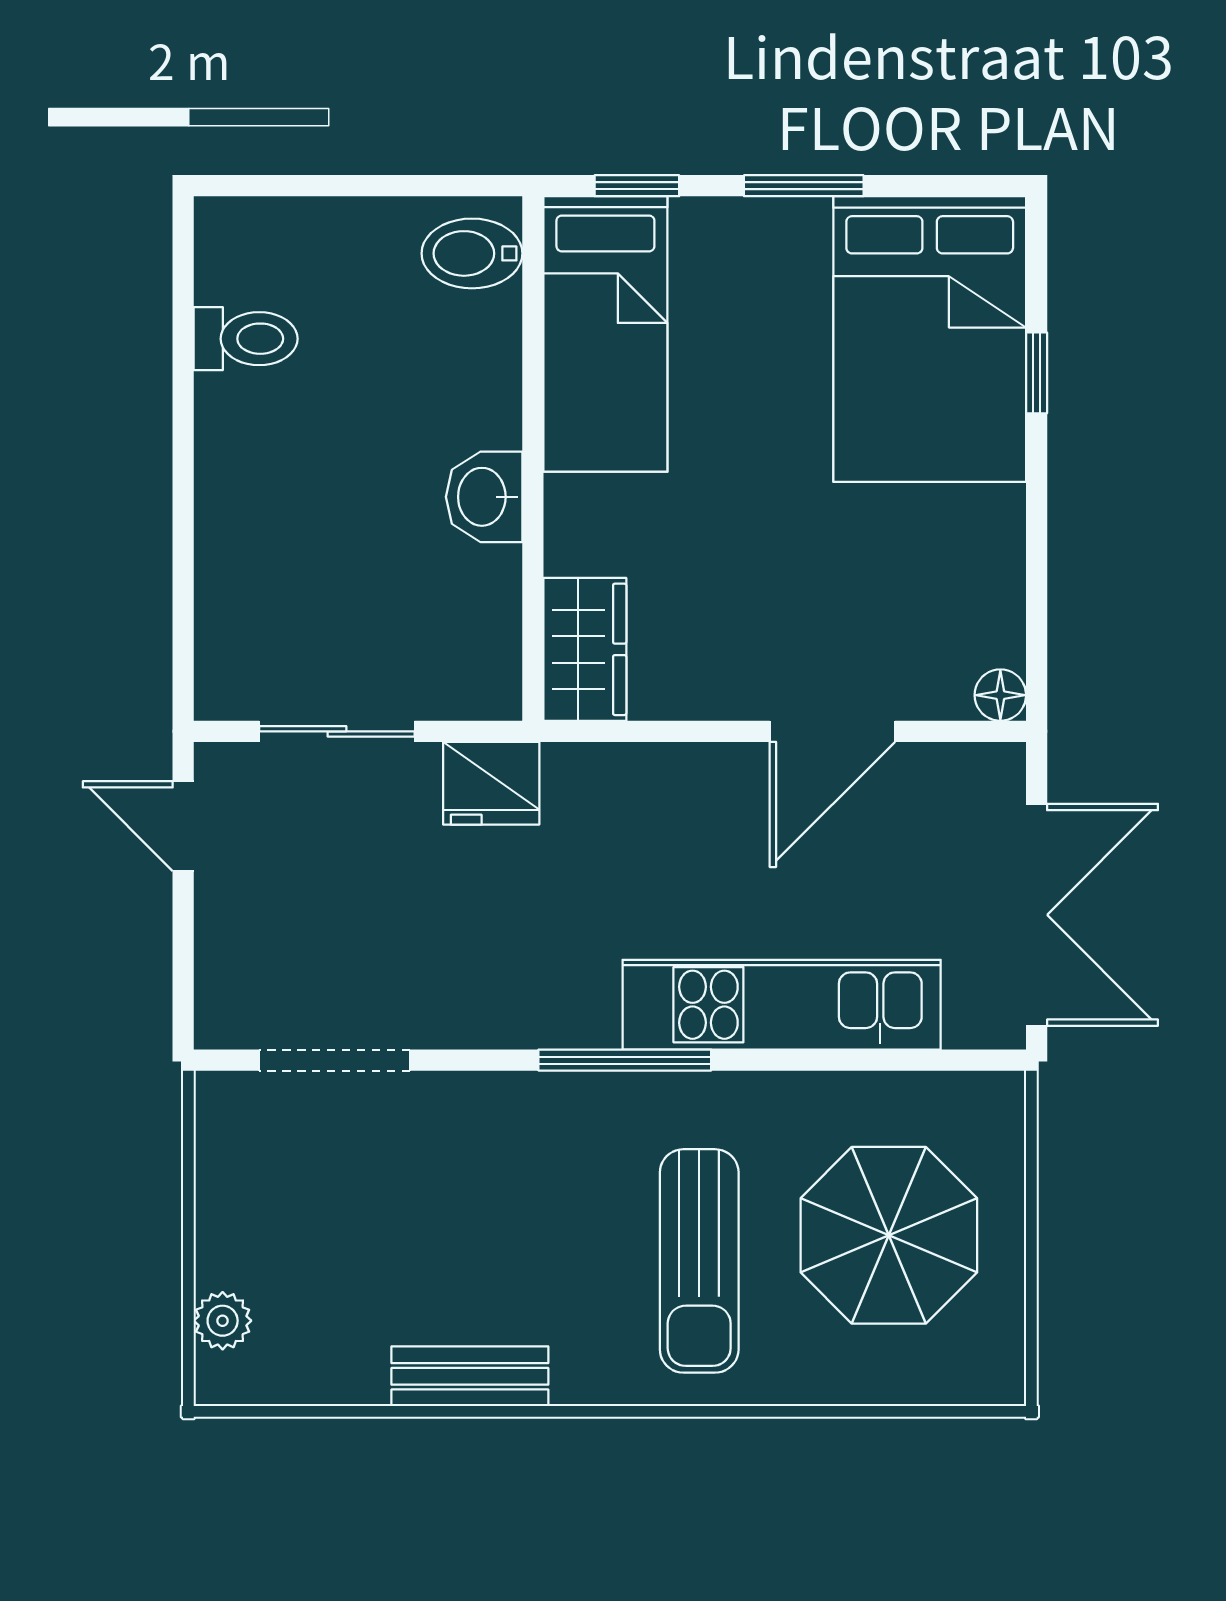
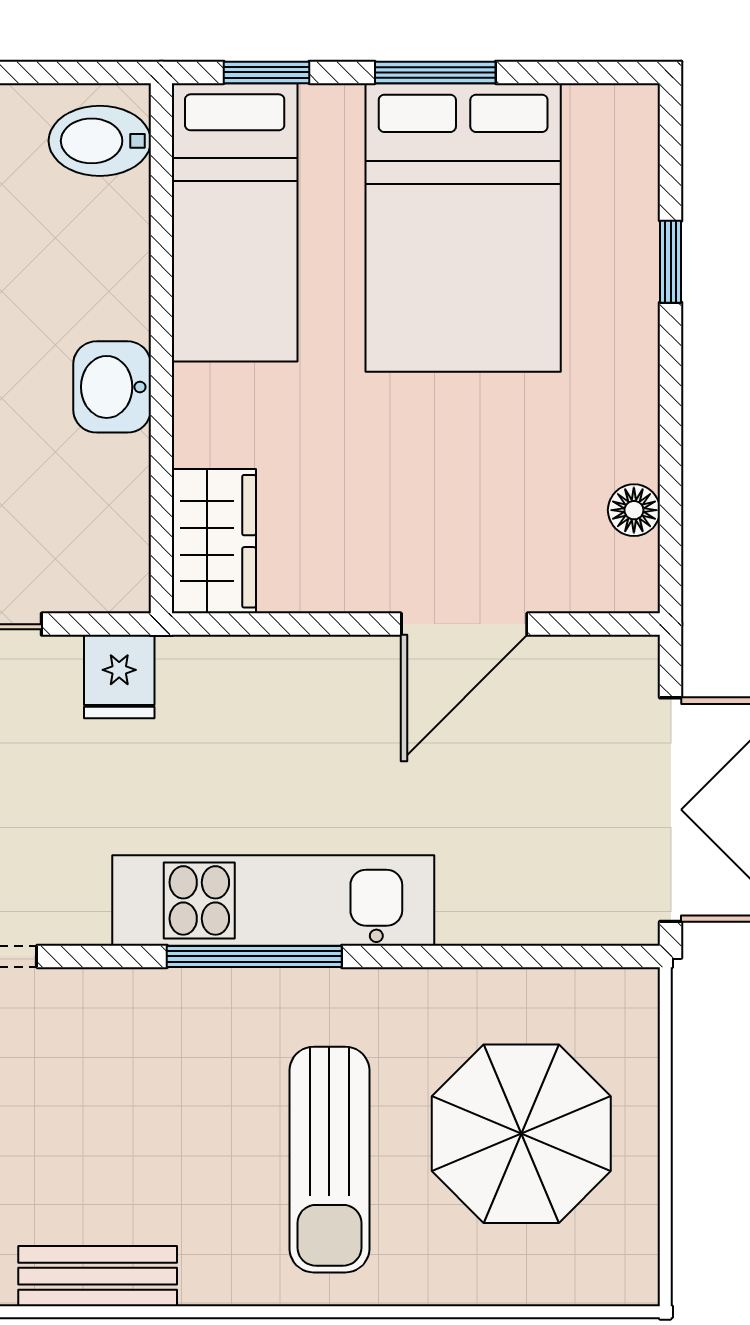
bed: (930, 339) -> (463, 227), moved
floor lamp: (1000, 695) -> (634, 510), moved
fridge: (491, 783) -> (119, 677), width x0.72
kitchen unit: (782, 1005) -> (273, 900), moved

